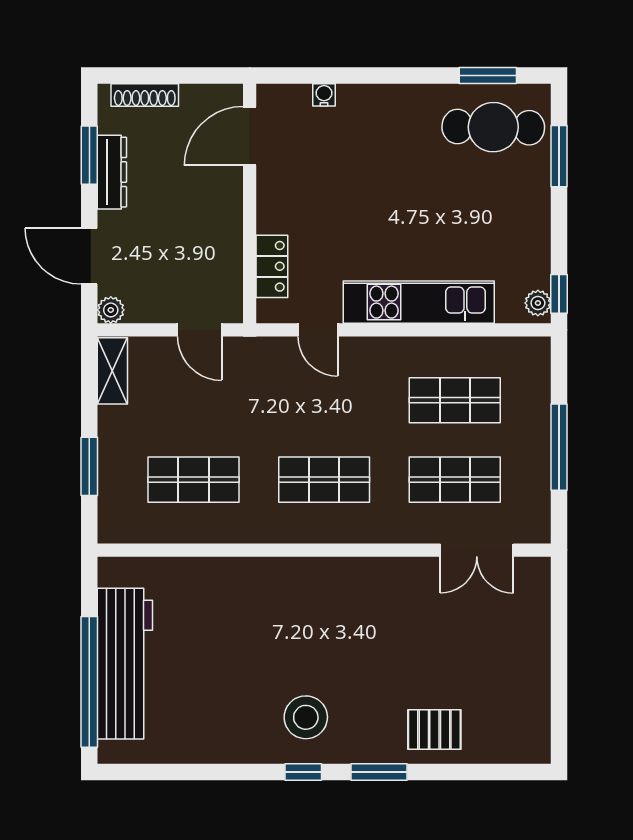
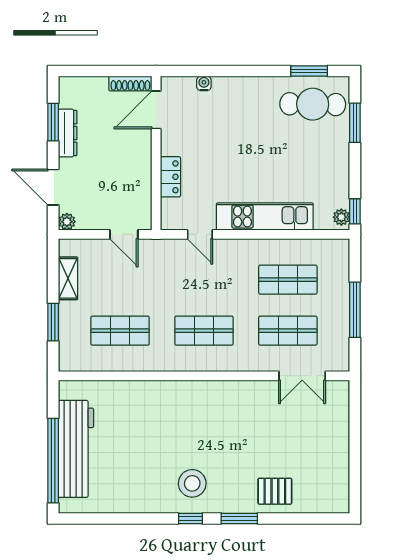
shoe rack: (145, 95) -> (130, 84), moved
locker: (272, 266) -> (170, 177), moved
shelving: (112, 371) -> (68, 278), moved

